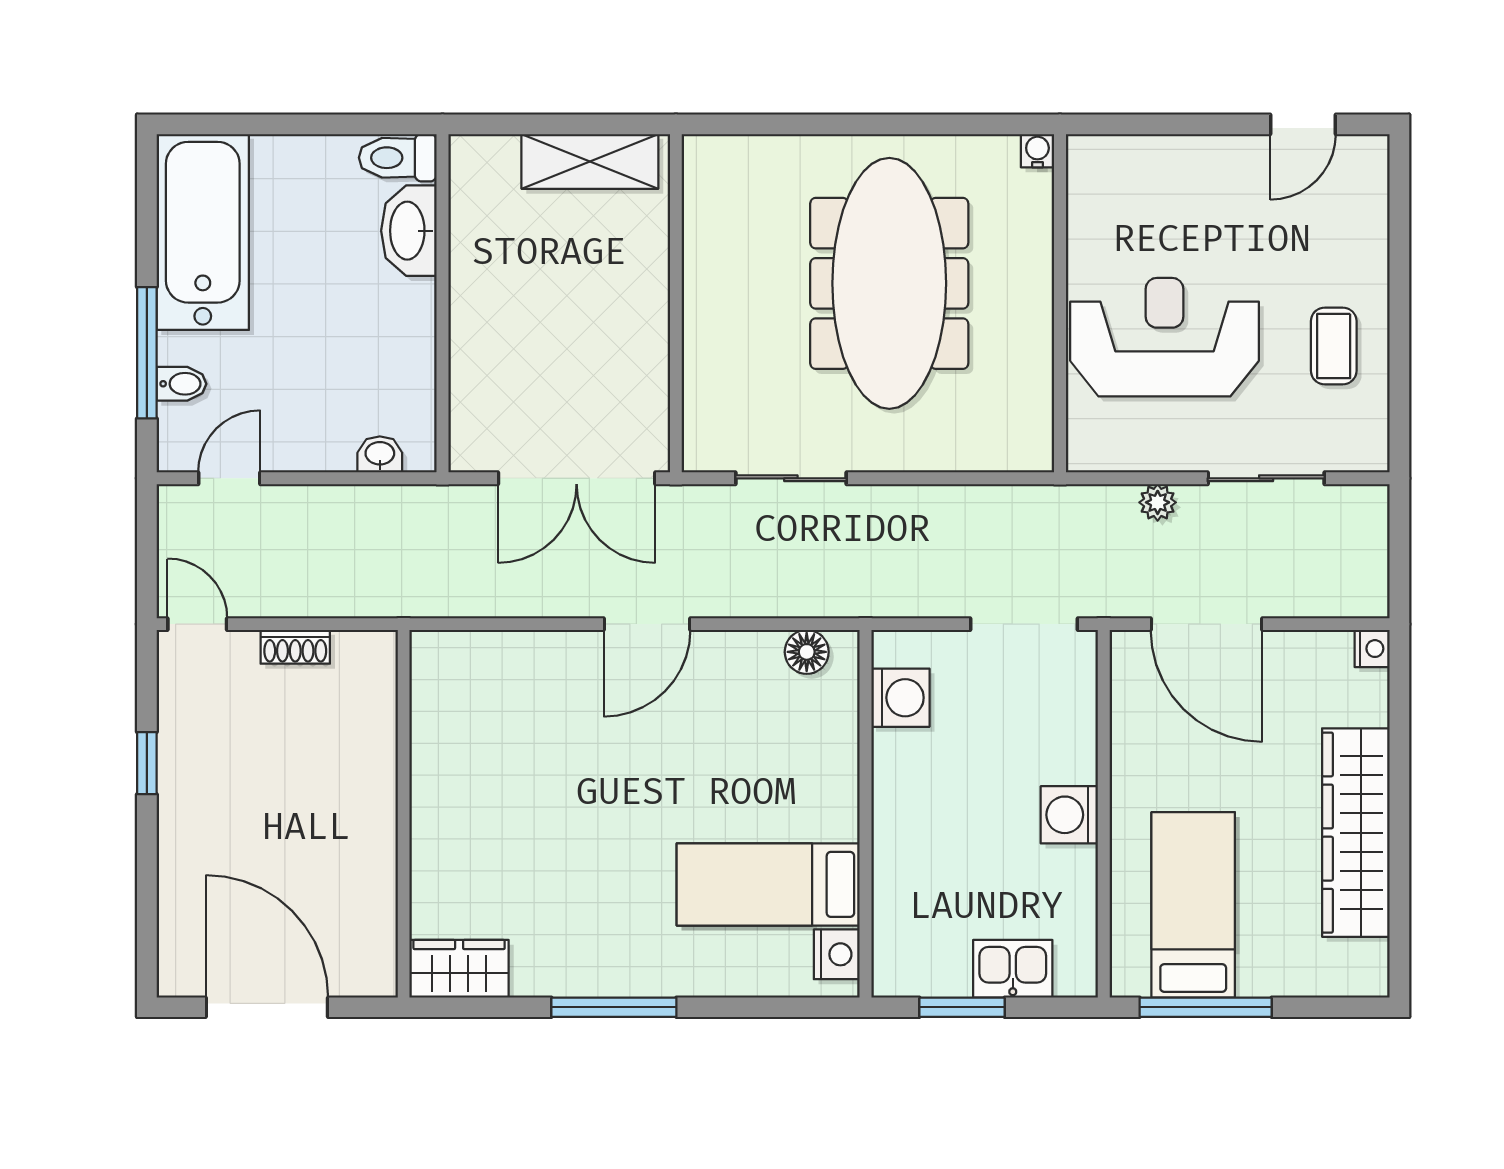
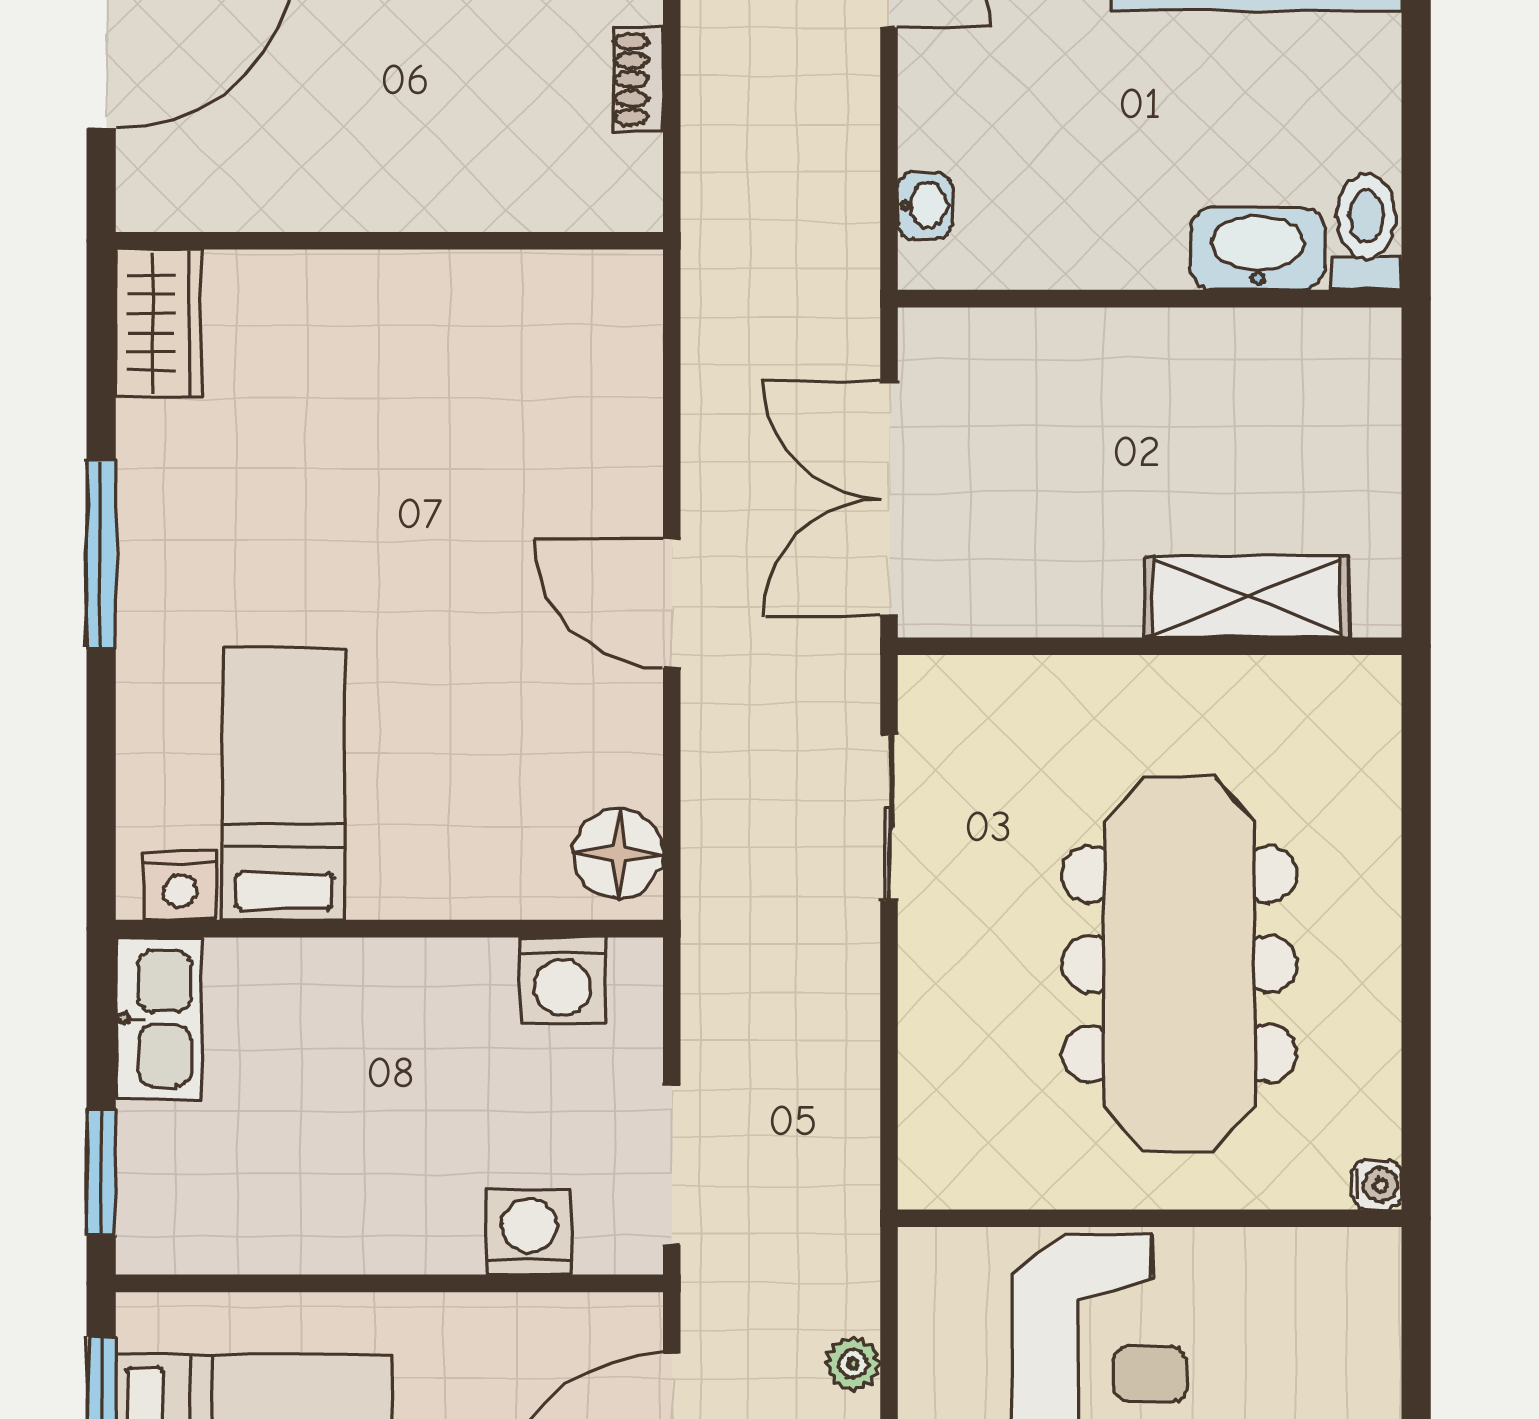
shelving: (590, 161) -> (1247, 597), moved, turned 90
meeting table: (889, 283) -> (1179, 964), turned 90
floor lamp: (807, 652) -> (618, 853), width x1.38, depth x1.38
washing machine: (1069, 815) -> (529, 1232), moved
kitchen sink: (1013, 969) -> (159, 1019), moved, width x1.38
window: (962, 1007) -> (101, 1172), moved

